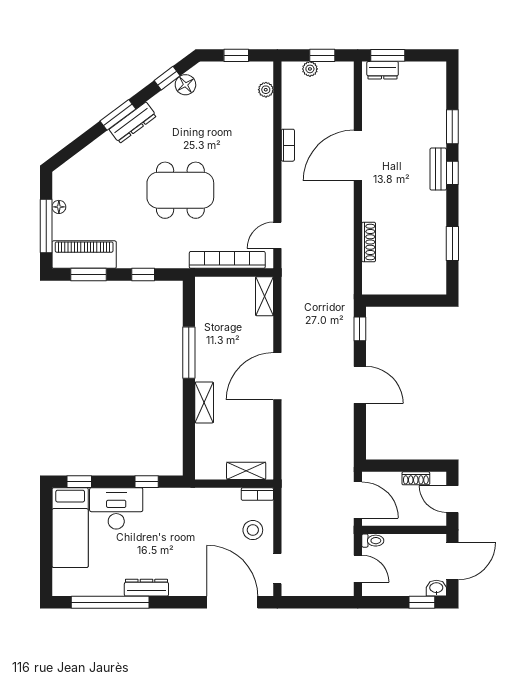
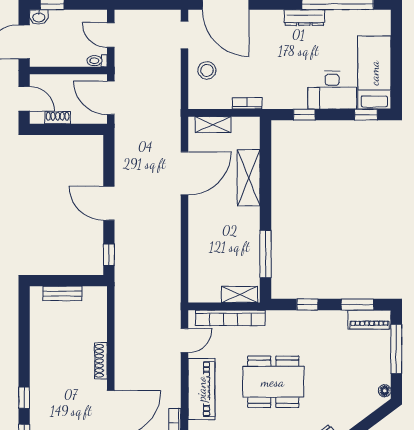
bench: (438, 169) -> (63, 293), moved, turned 90
piano: (259, 182) -> (201, 389), added
floor lamp: (59, 207) -> (385, 391), moved
shoe rack: (369, 242) -> (101, 361), moved
window: (452, 244) -> (24, 333), removed
piano: (84, 255) -> (369, 320), width x0.73, depth x0.75
shelving: (264, 296) -> (240, 295), moved, turned 90
window: (189, 353) -> (266, 254), moved
door: (277, 376) -> (184, 173), moved
shelving: (204, 402) -> (249, 178), width x1.50, depth x1.33
bookcase: (257, 494) -> (247, 103), moved

